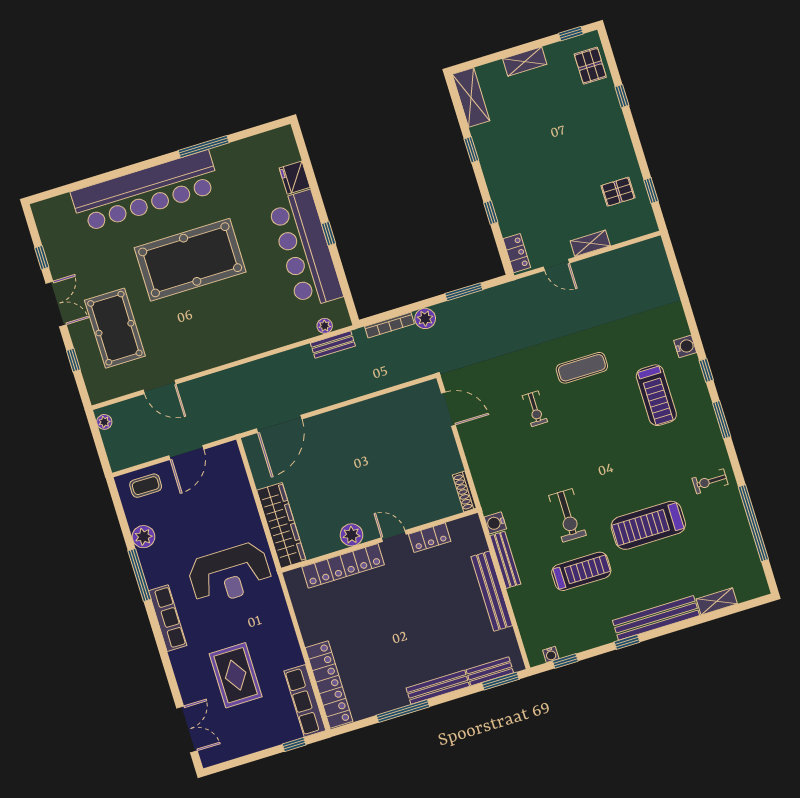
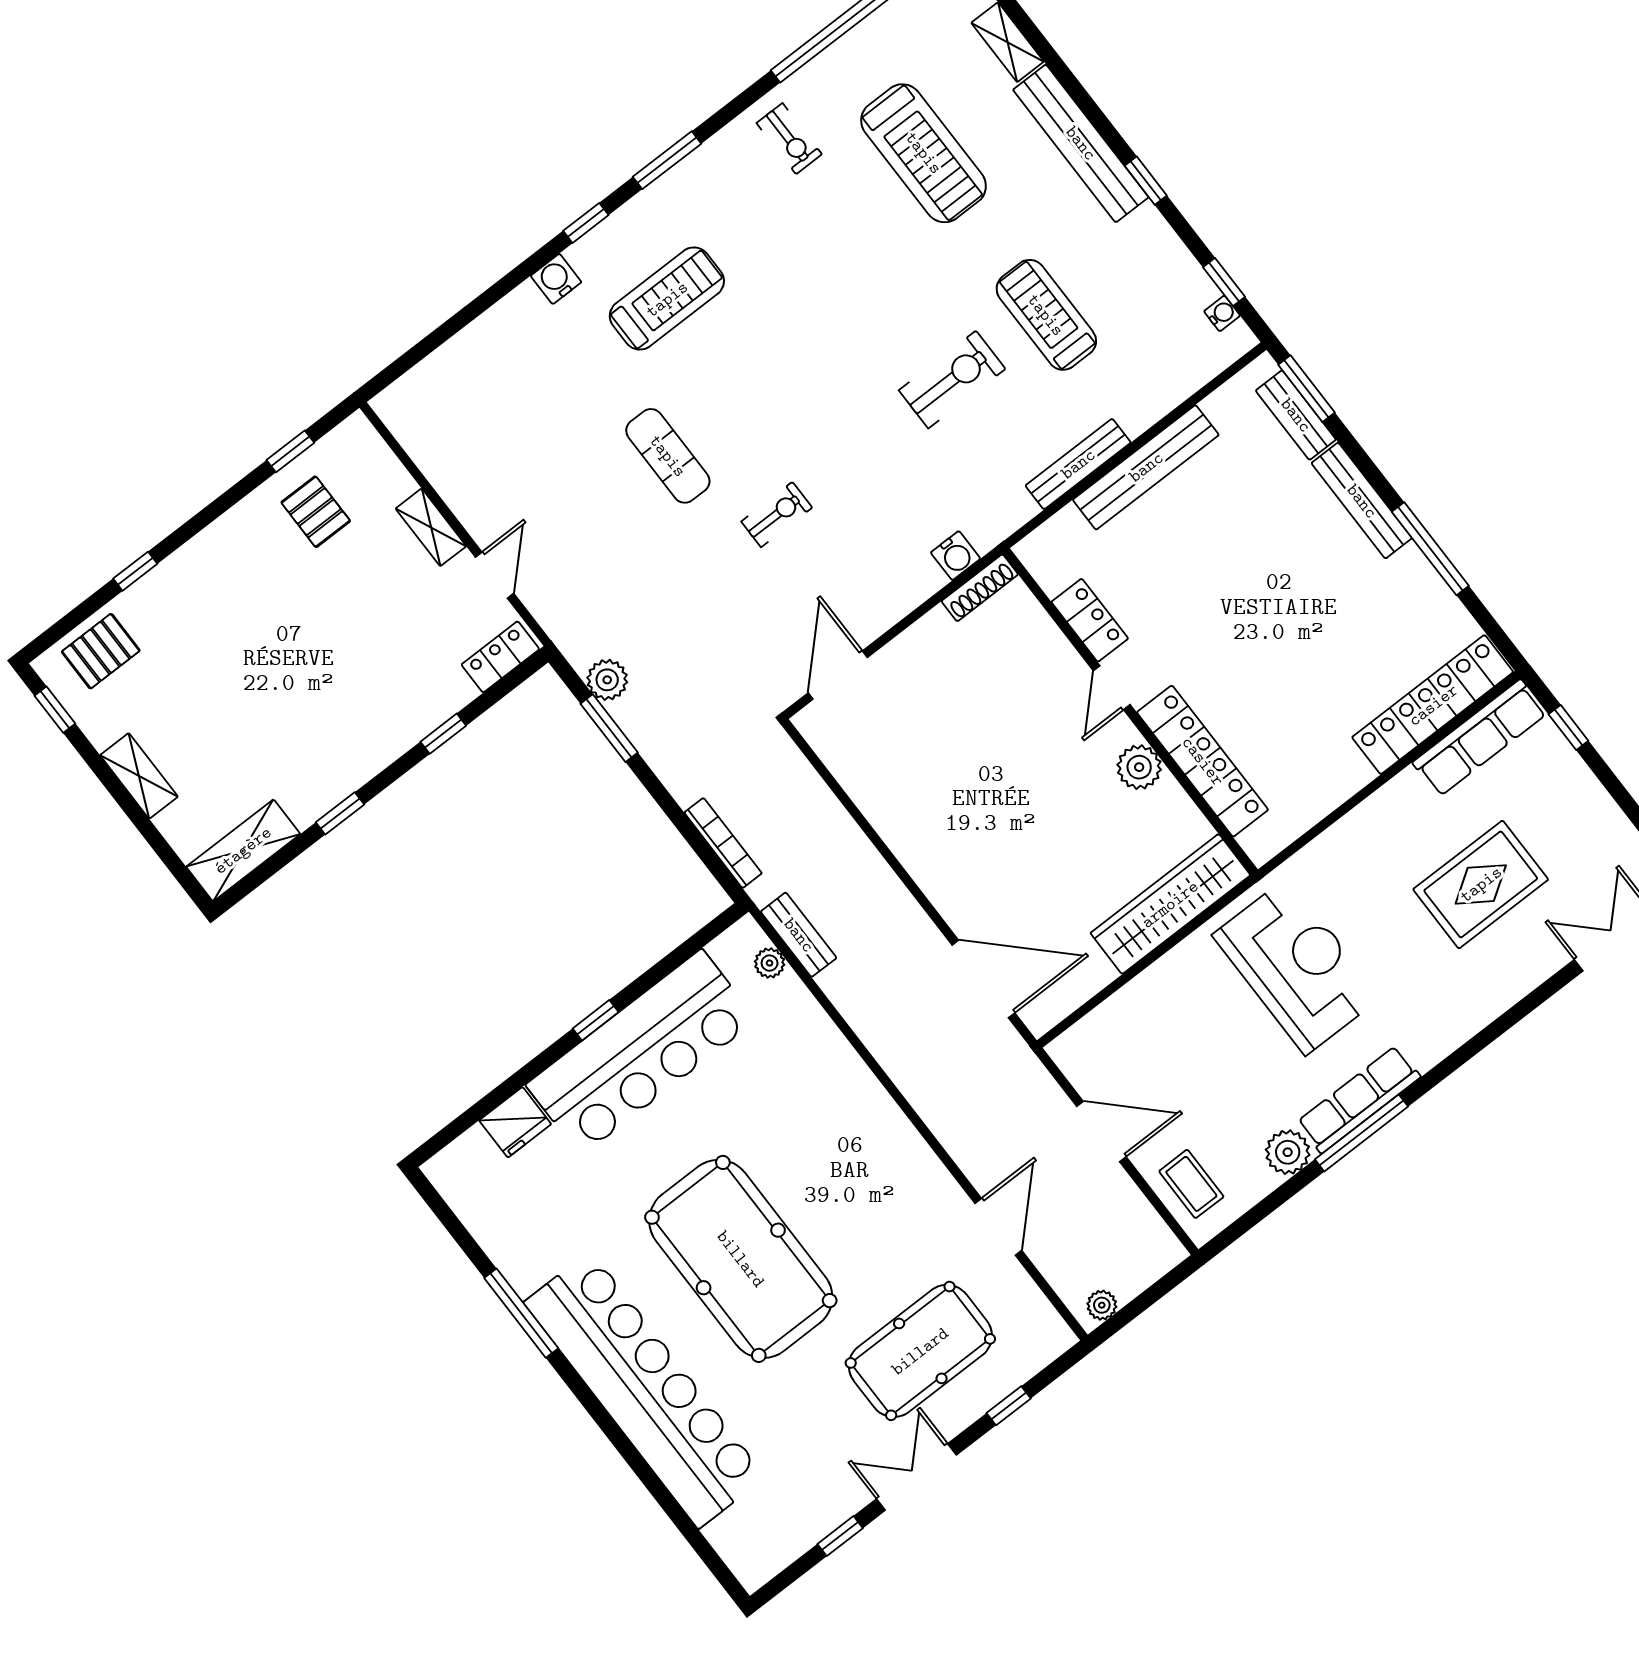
plant: (425, 318) -> (607, 680), moved
water cooler: (495, 523) -> (956, 556), moved
treadmill: (648, 525) -> (924, 153), moved
row of seats: (168, 618) -> (1359, 1099), moved

